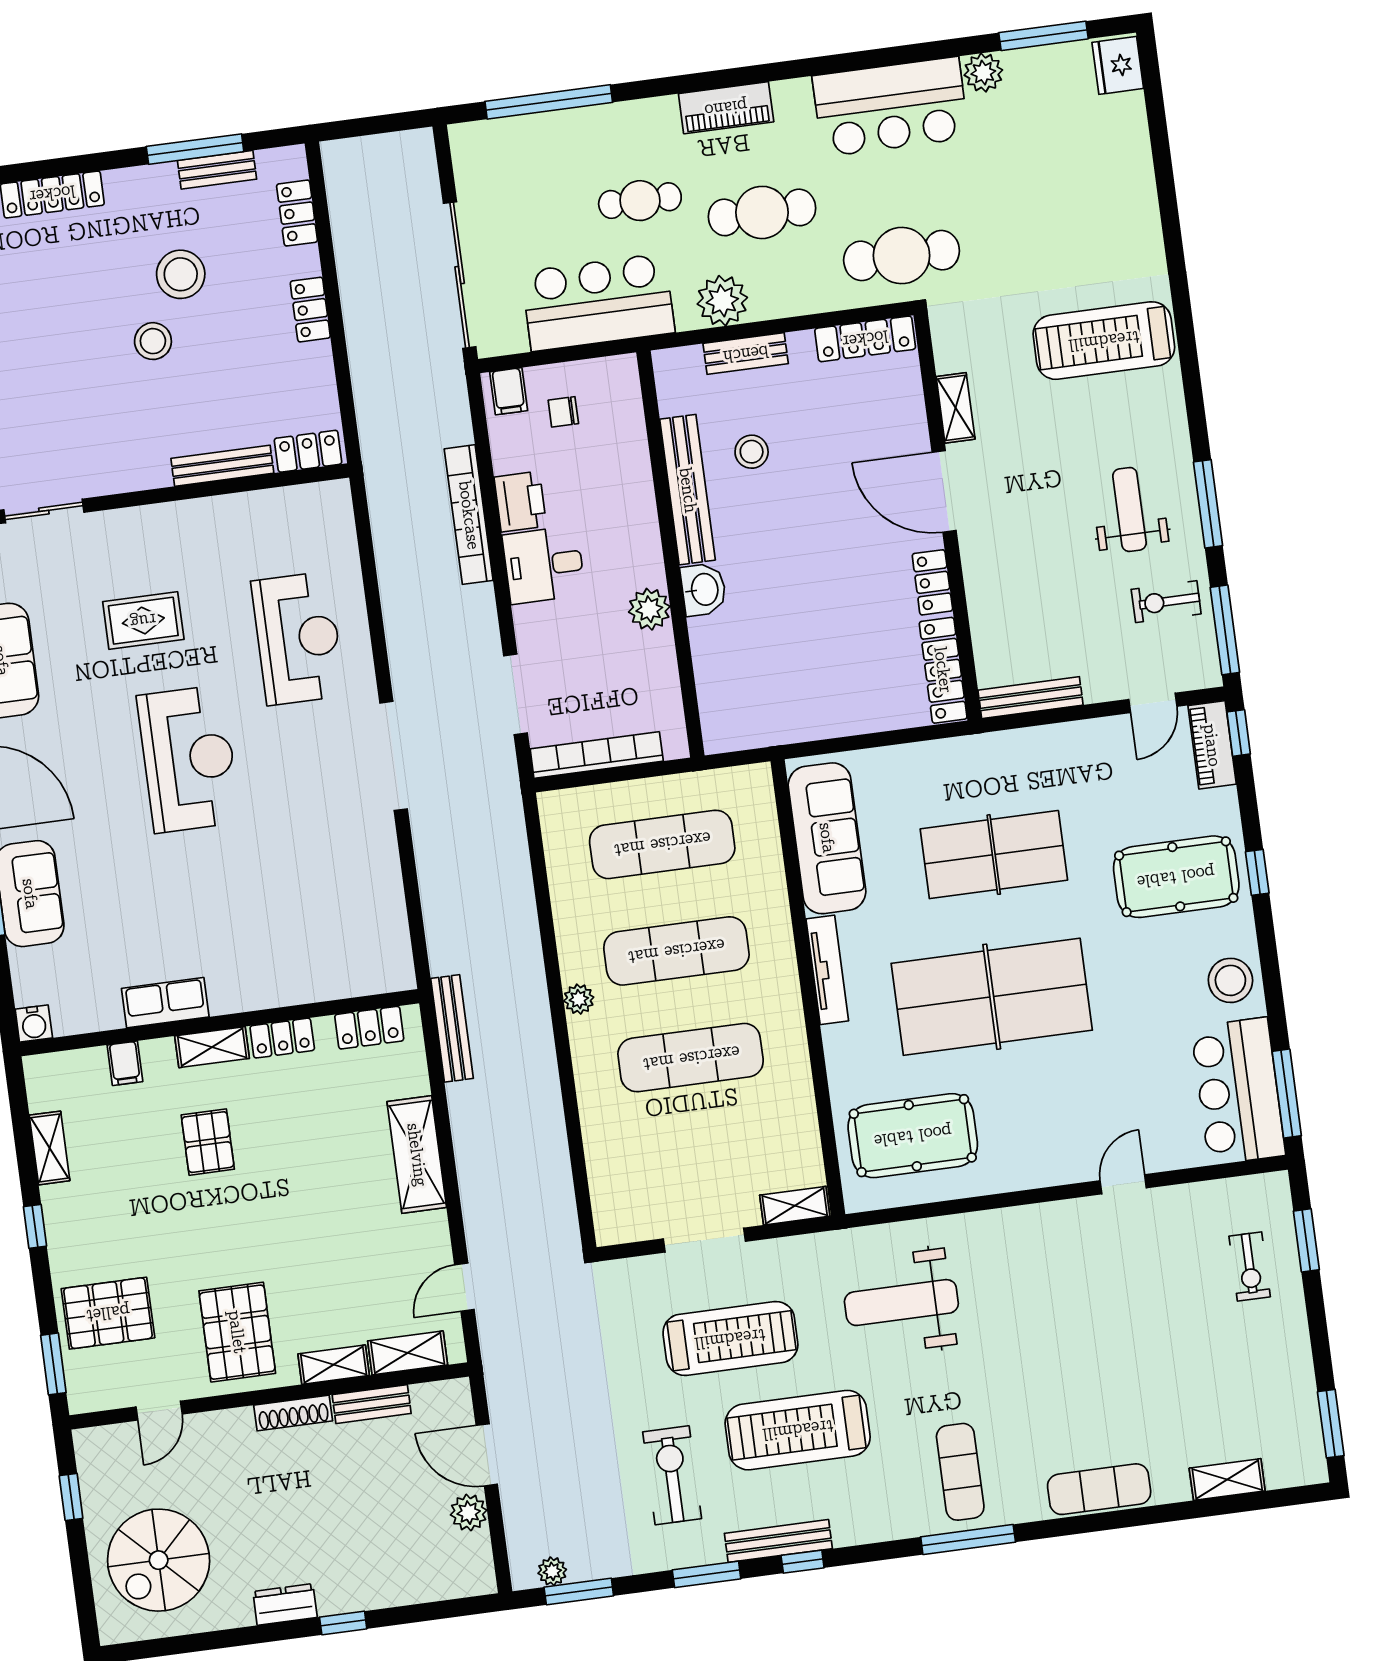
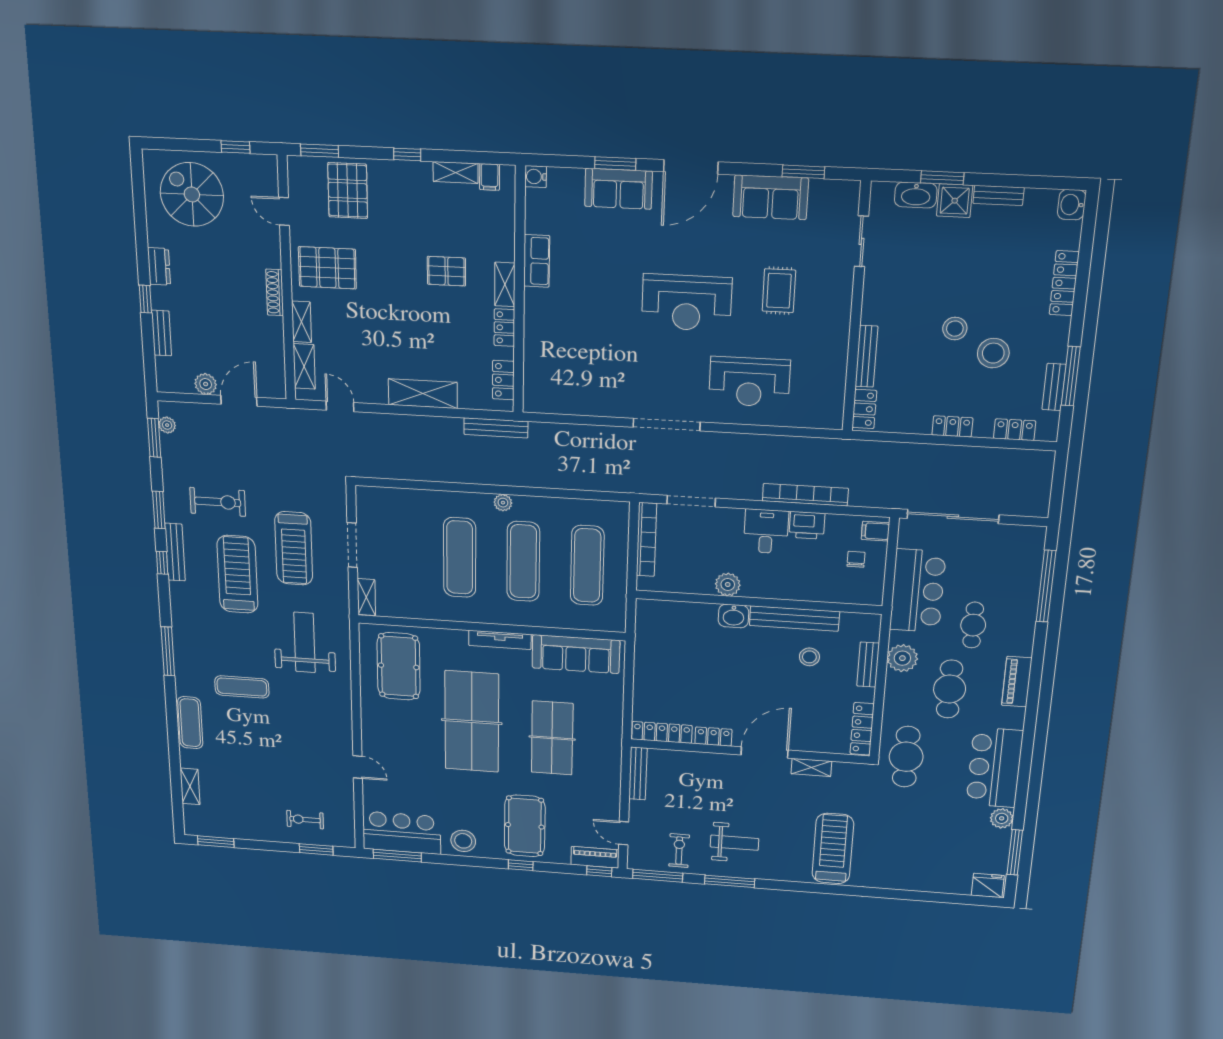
filing cabinet: (125, 1063) -> (490, 177), moved, turned -90
bench: (372, 1404) -> (162, 333), moved
exercise mat: (960, 1472) -> (242, 687), moved

